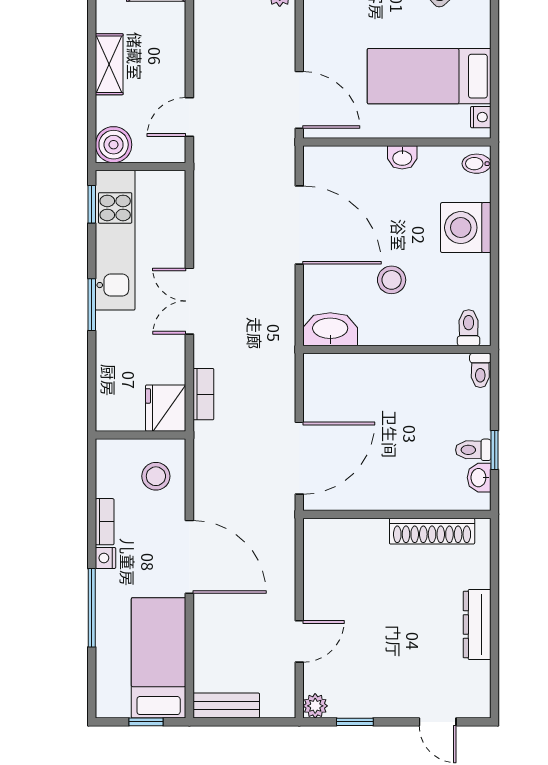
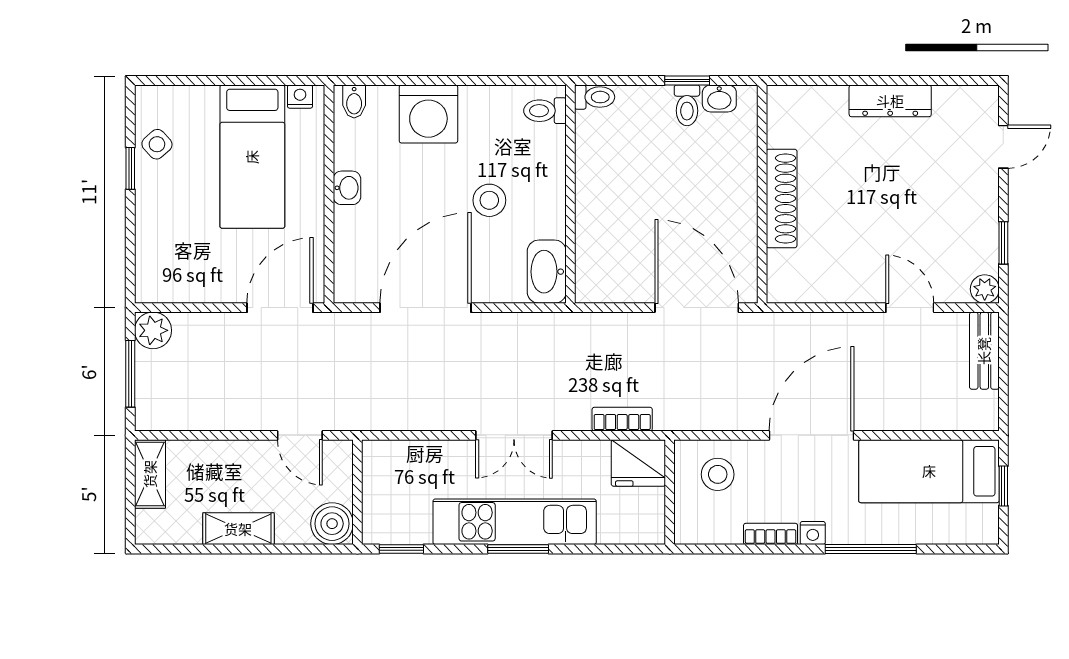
kitchen unit: (115, 240) -> (515, 522), moved
shoe rack: (432, 531) -> (782, 198), moved
bench: (226, 706) -> (984, 351), moved

